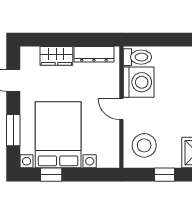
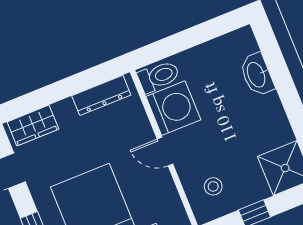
wardrobe: (56, 56) -> (33, 126), moved
stool: (144, 145) -> (213, 186), width x0.53, depth x0.53

